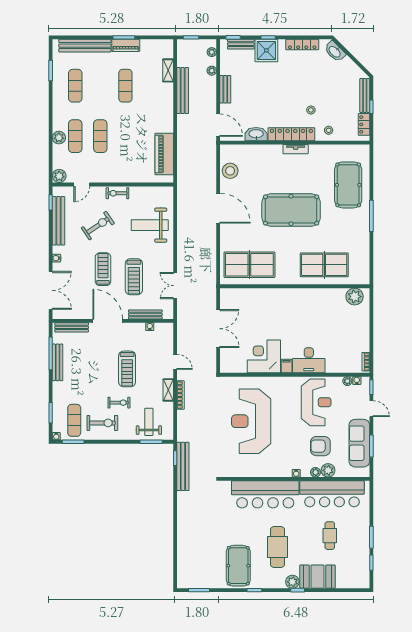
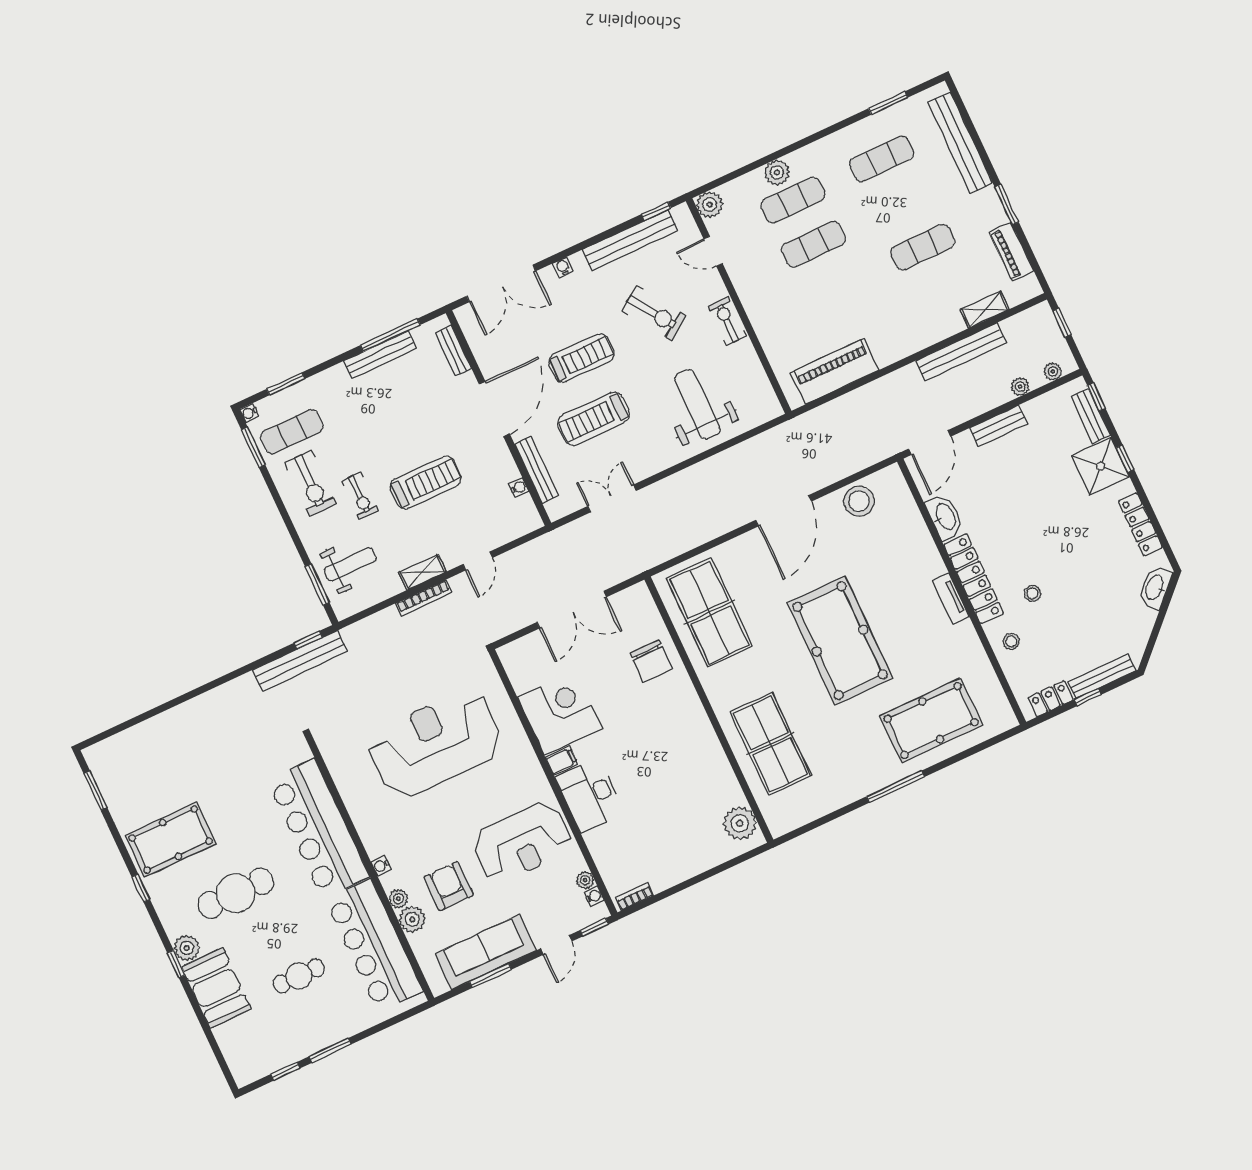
piano: (126, 45) -> (1011, 252), moved
chair: (259, 302) -> (651, 661), added
bench: (72, 327) -> (453, 351), width x0.73
treadmill: (127, 369) -> (426, 482), turned 180

